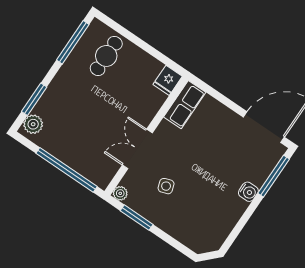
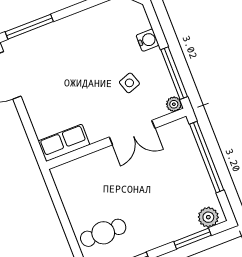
fridge: (168, 80) -> (64, 174), removed
water cooler: (248, 192) -> (147, 40), moved, turned 90
window: (137, 218) -> (174, 73), width x1.44

